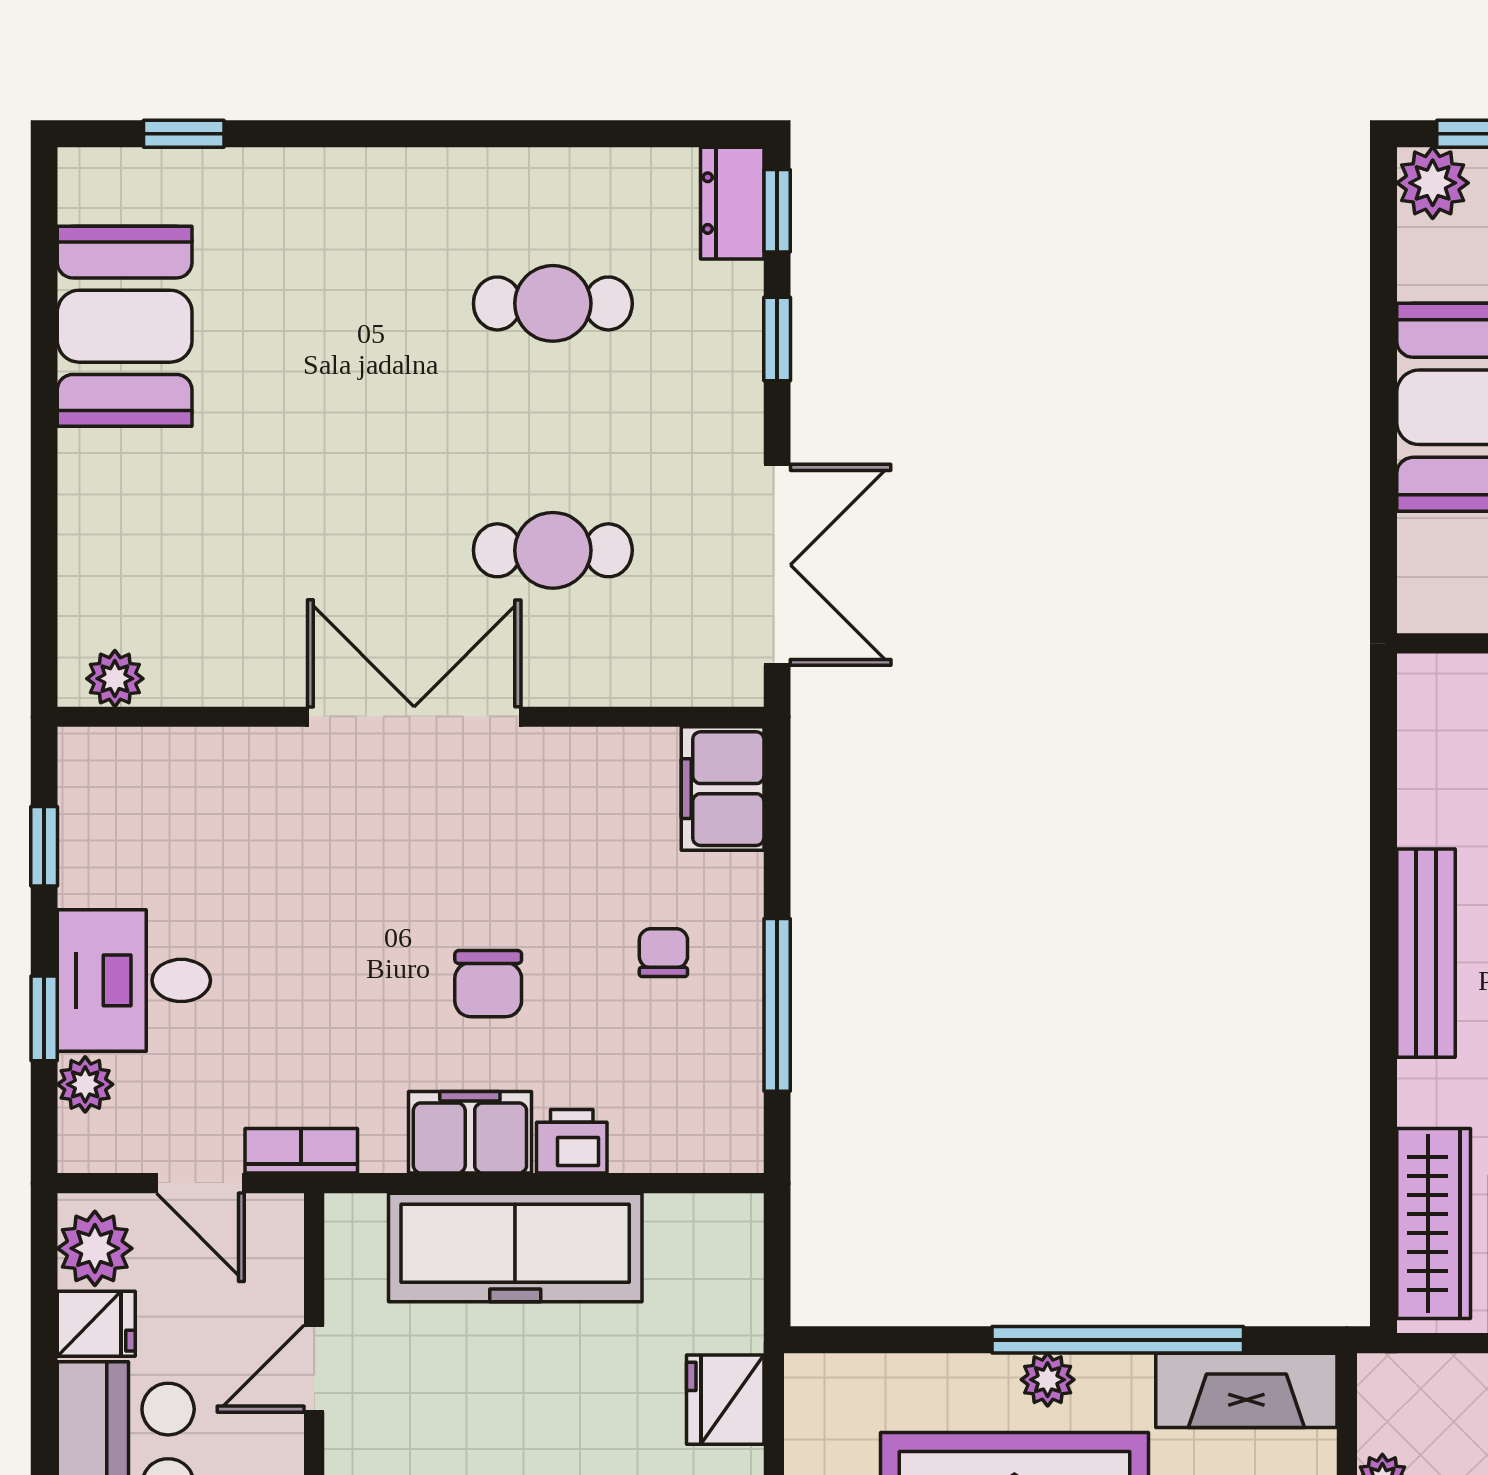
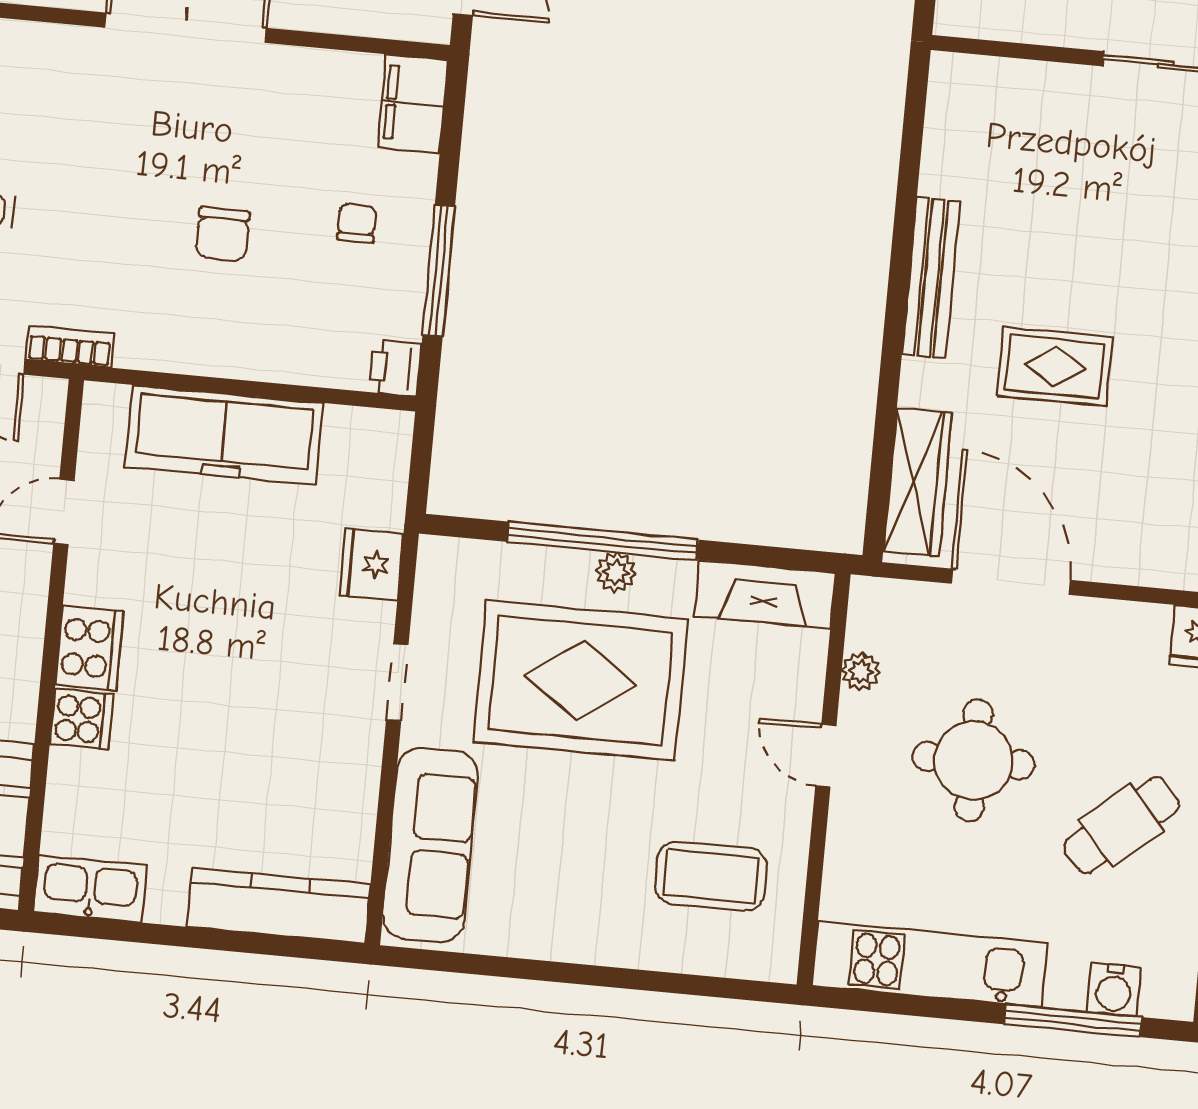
filing cabinet: (470, 1132) -> (198, 345), removed
printer: (572, 1141) -> (395, 368), moved, turned -90
window: (1118, 1340) -> (603, 541), moved

